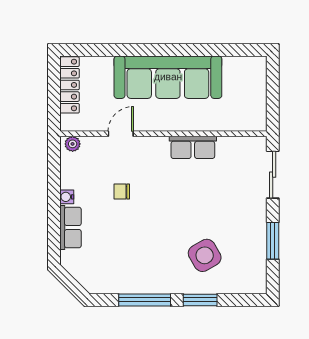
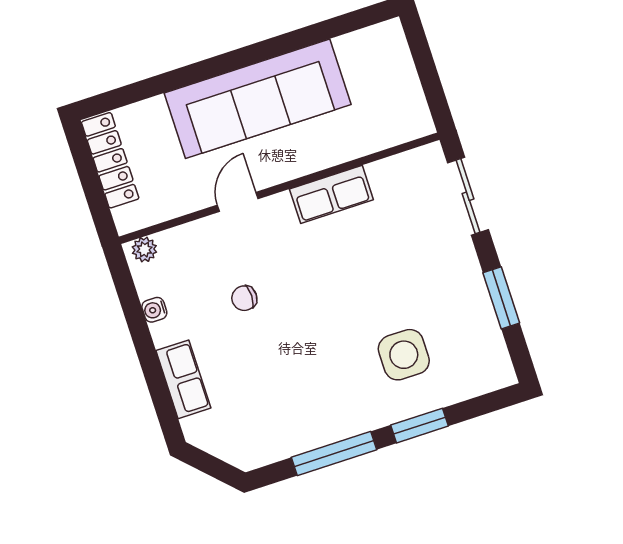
door: (121, 134) -> (238, 202), moved
water cooler: (67, 197) -> (154, 310), moved
side table: (205, 255) -> (404, 355), turned 30

